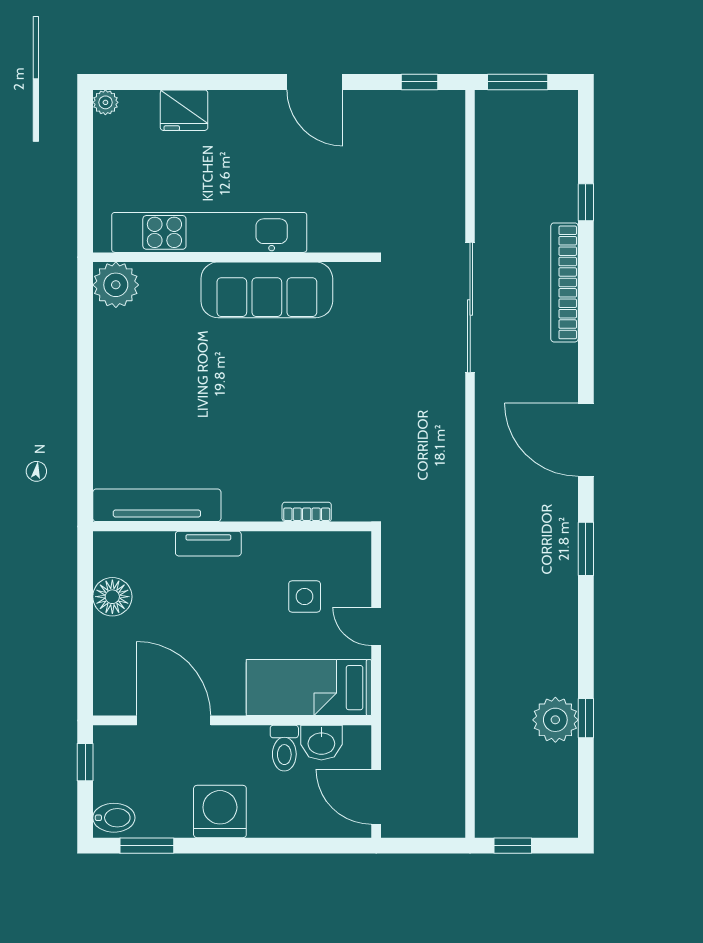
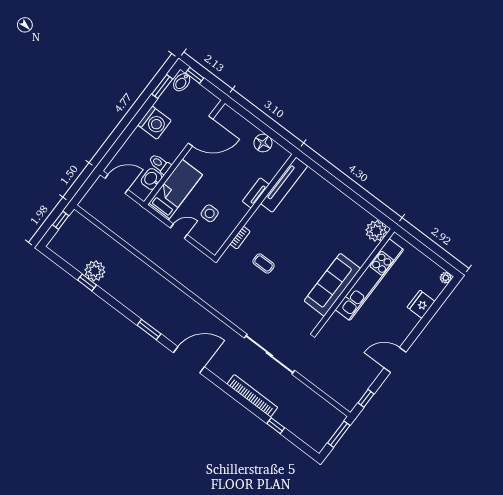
coffee table: (321, 437) -> (264, 263), added
window: (85, 762) -> (195, 75), moved

